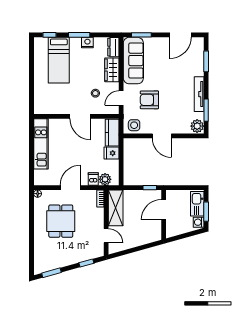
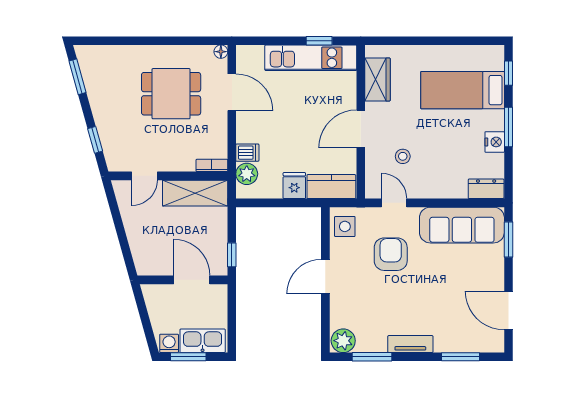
wardrobe: (112, 70) -> (377, 79), moved, turned 90
tv unit: (199, 94) -> (410, 344), width x0.71
window: (32, 139) -> (319, 41), added
door: (70, 188) -> (232, 92), moved

